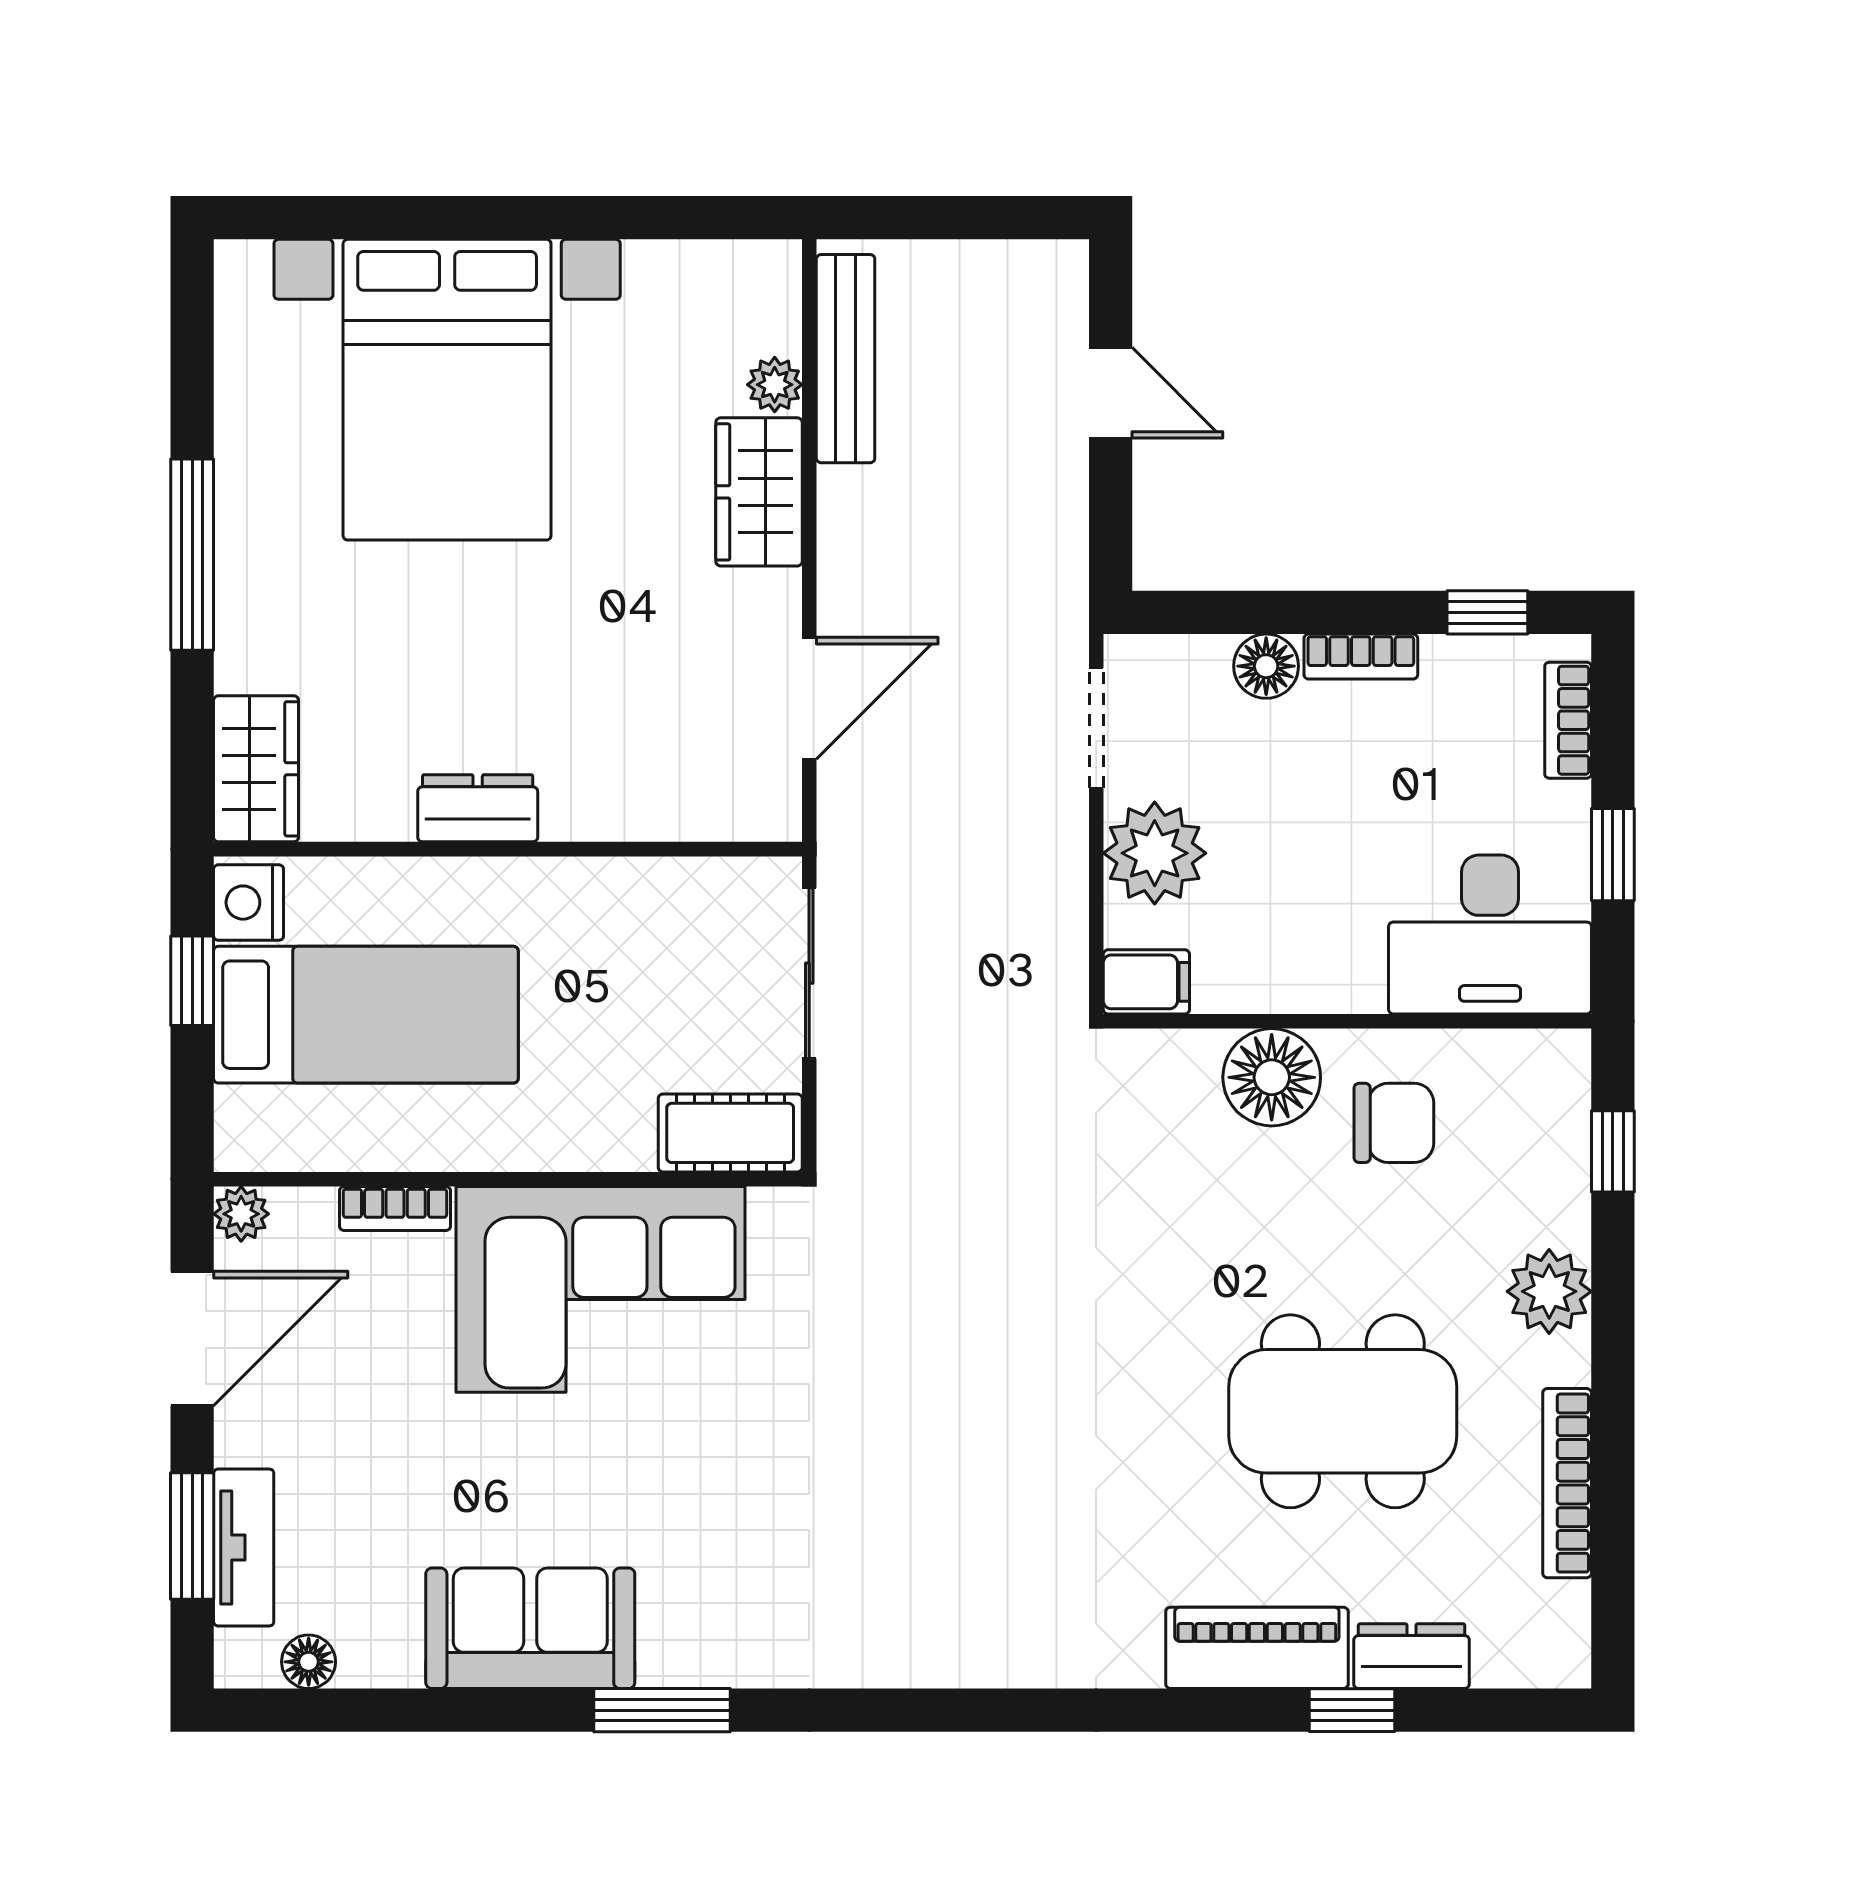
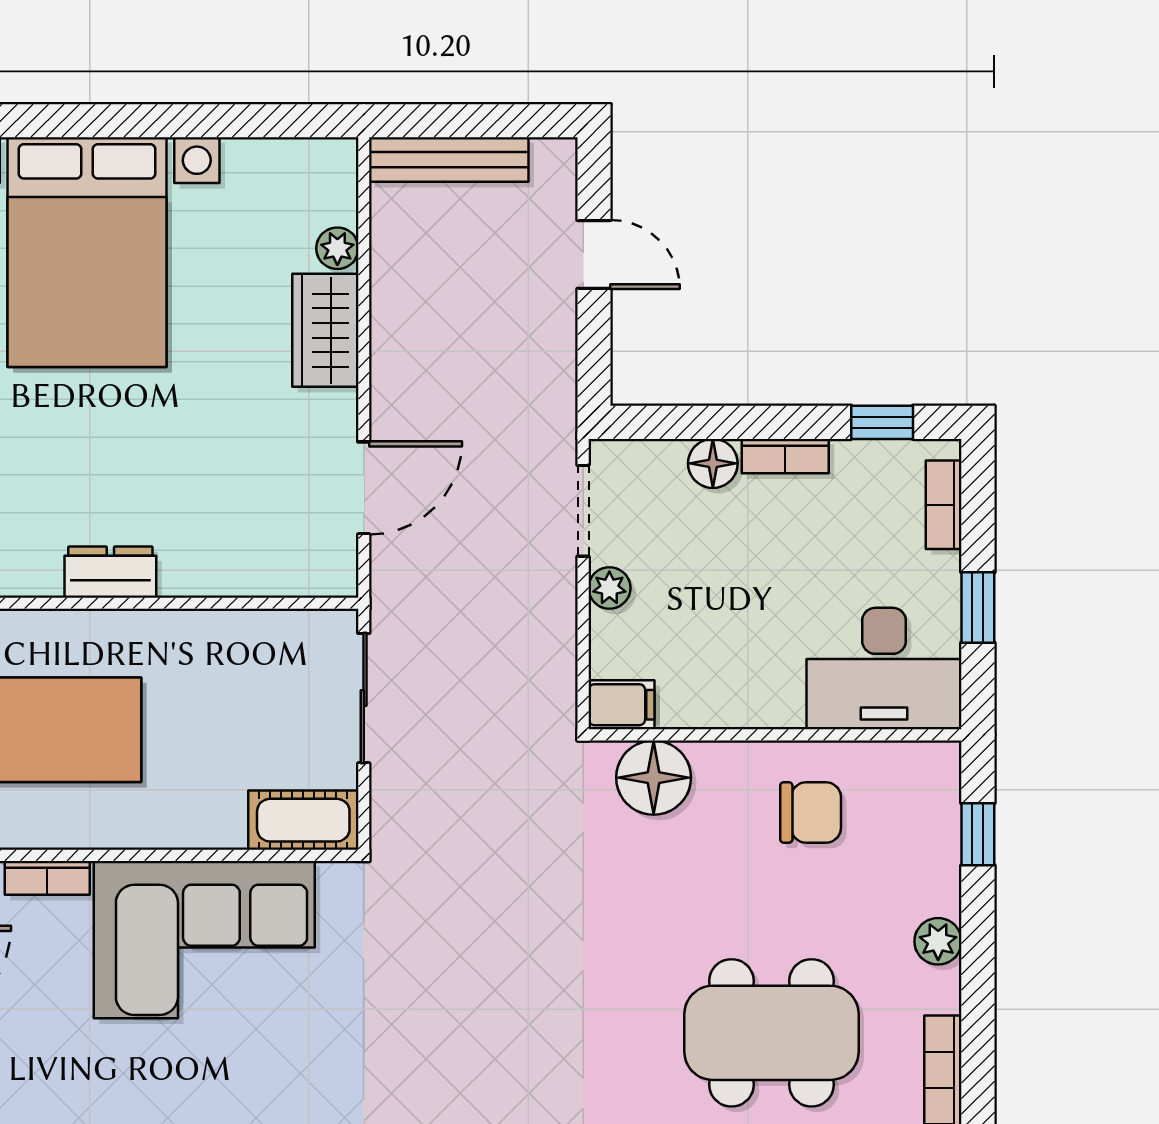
bench: (846, 359) -> (449, 159), moved, turned 90
plant: (1155, 853) -> (609, 588), width x0.53, depth x0.53
floor lamp: (1272, 1077) -> (654, 778), moved
plant: (1549, 1291) -> (938, 941), width x0.73, depth x0.73

